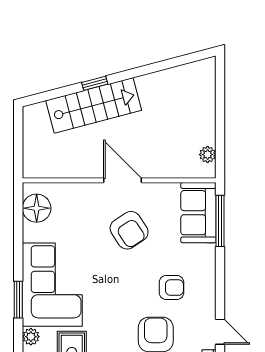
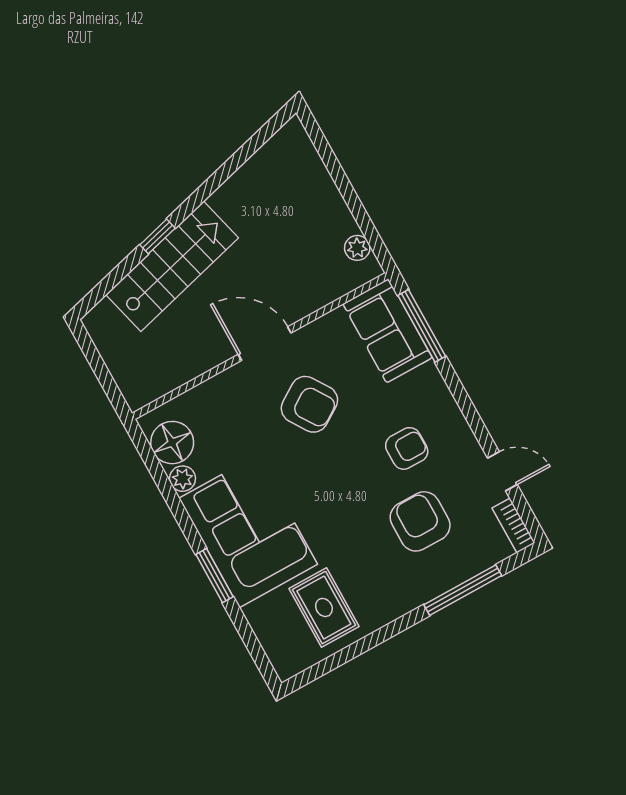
plant: (31, 337) -> (182, 479), moved

